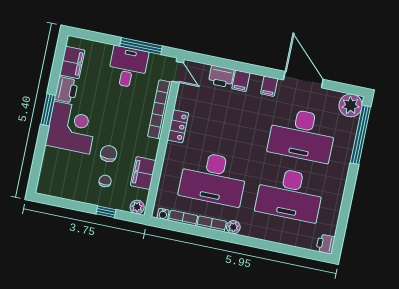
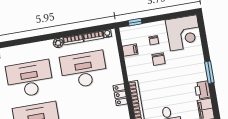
corner desk: (72, 128) -> (184, 33), moved, turned -90
filing cabinet: (143, 173) -> (130, 50), width x0.50
plant: (137, 207) -> (126, 32), removed
window: (106, 212) -> (135, 22), moved

